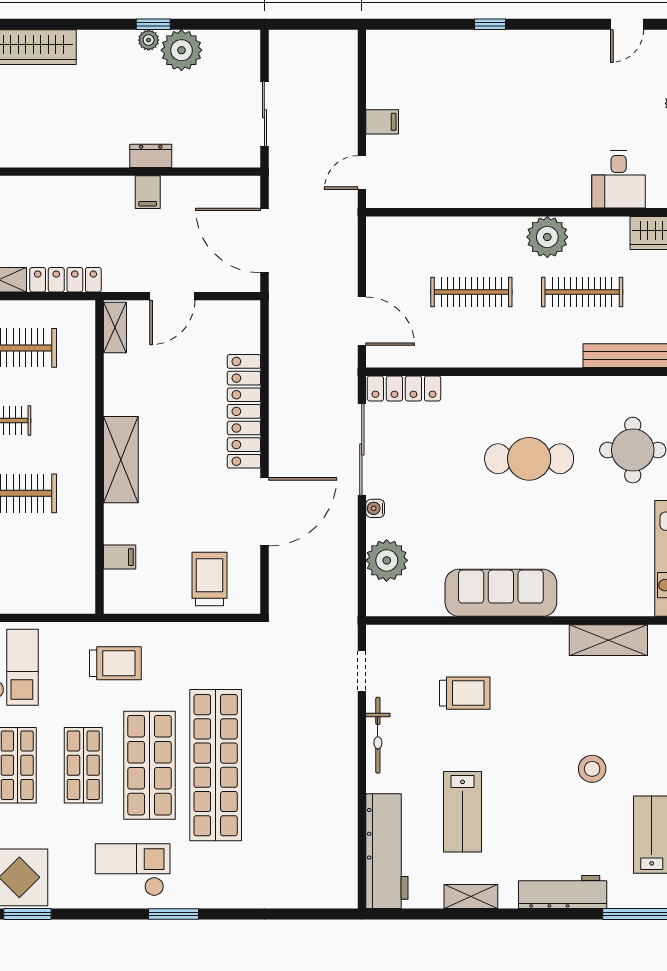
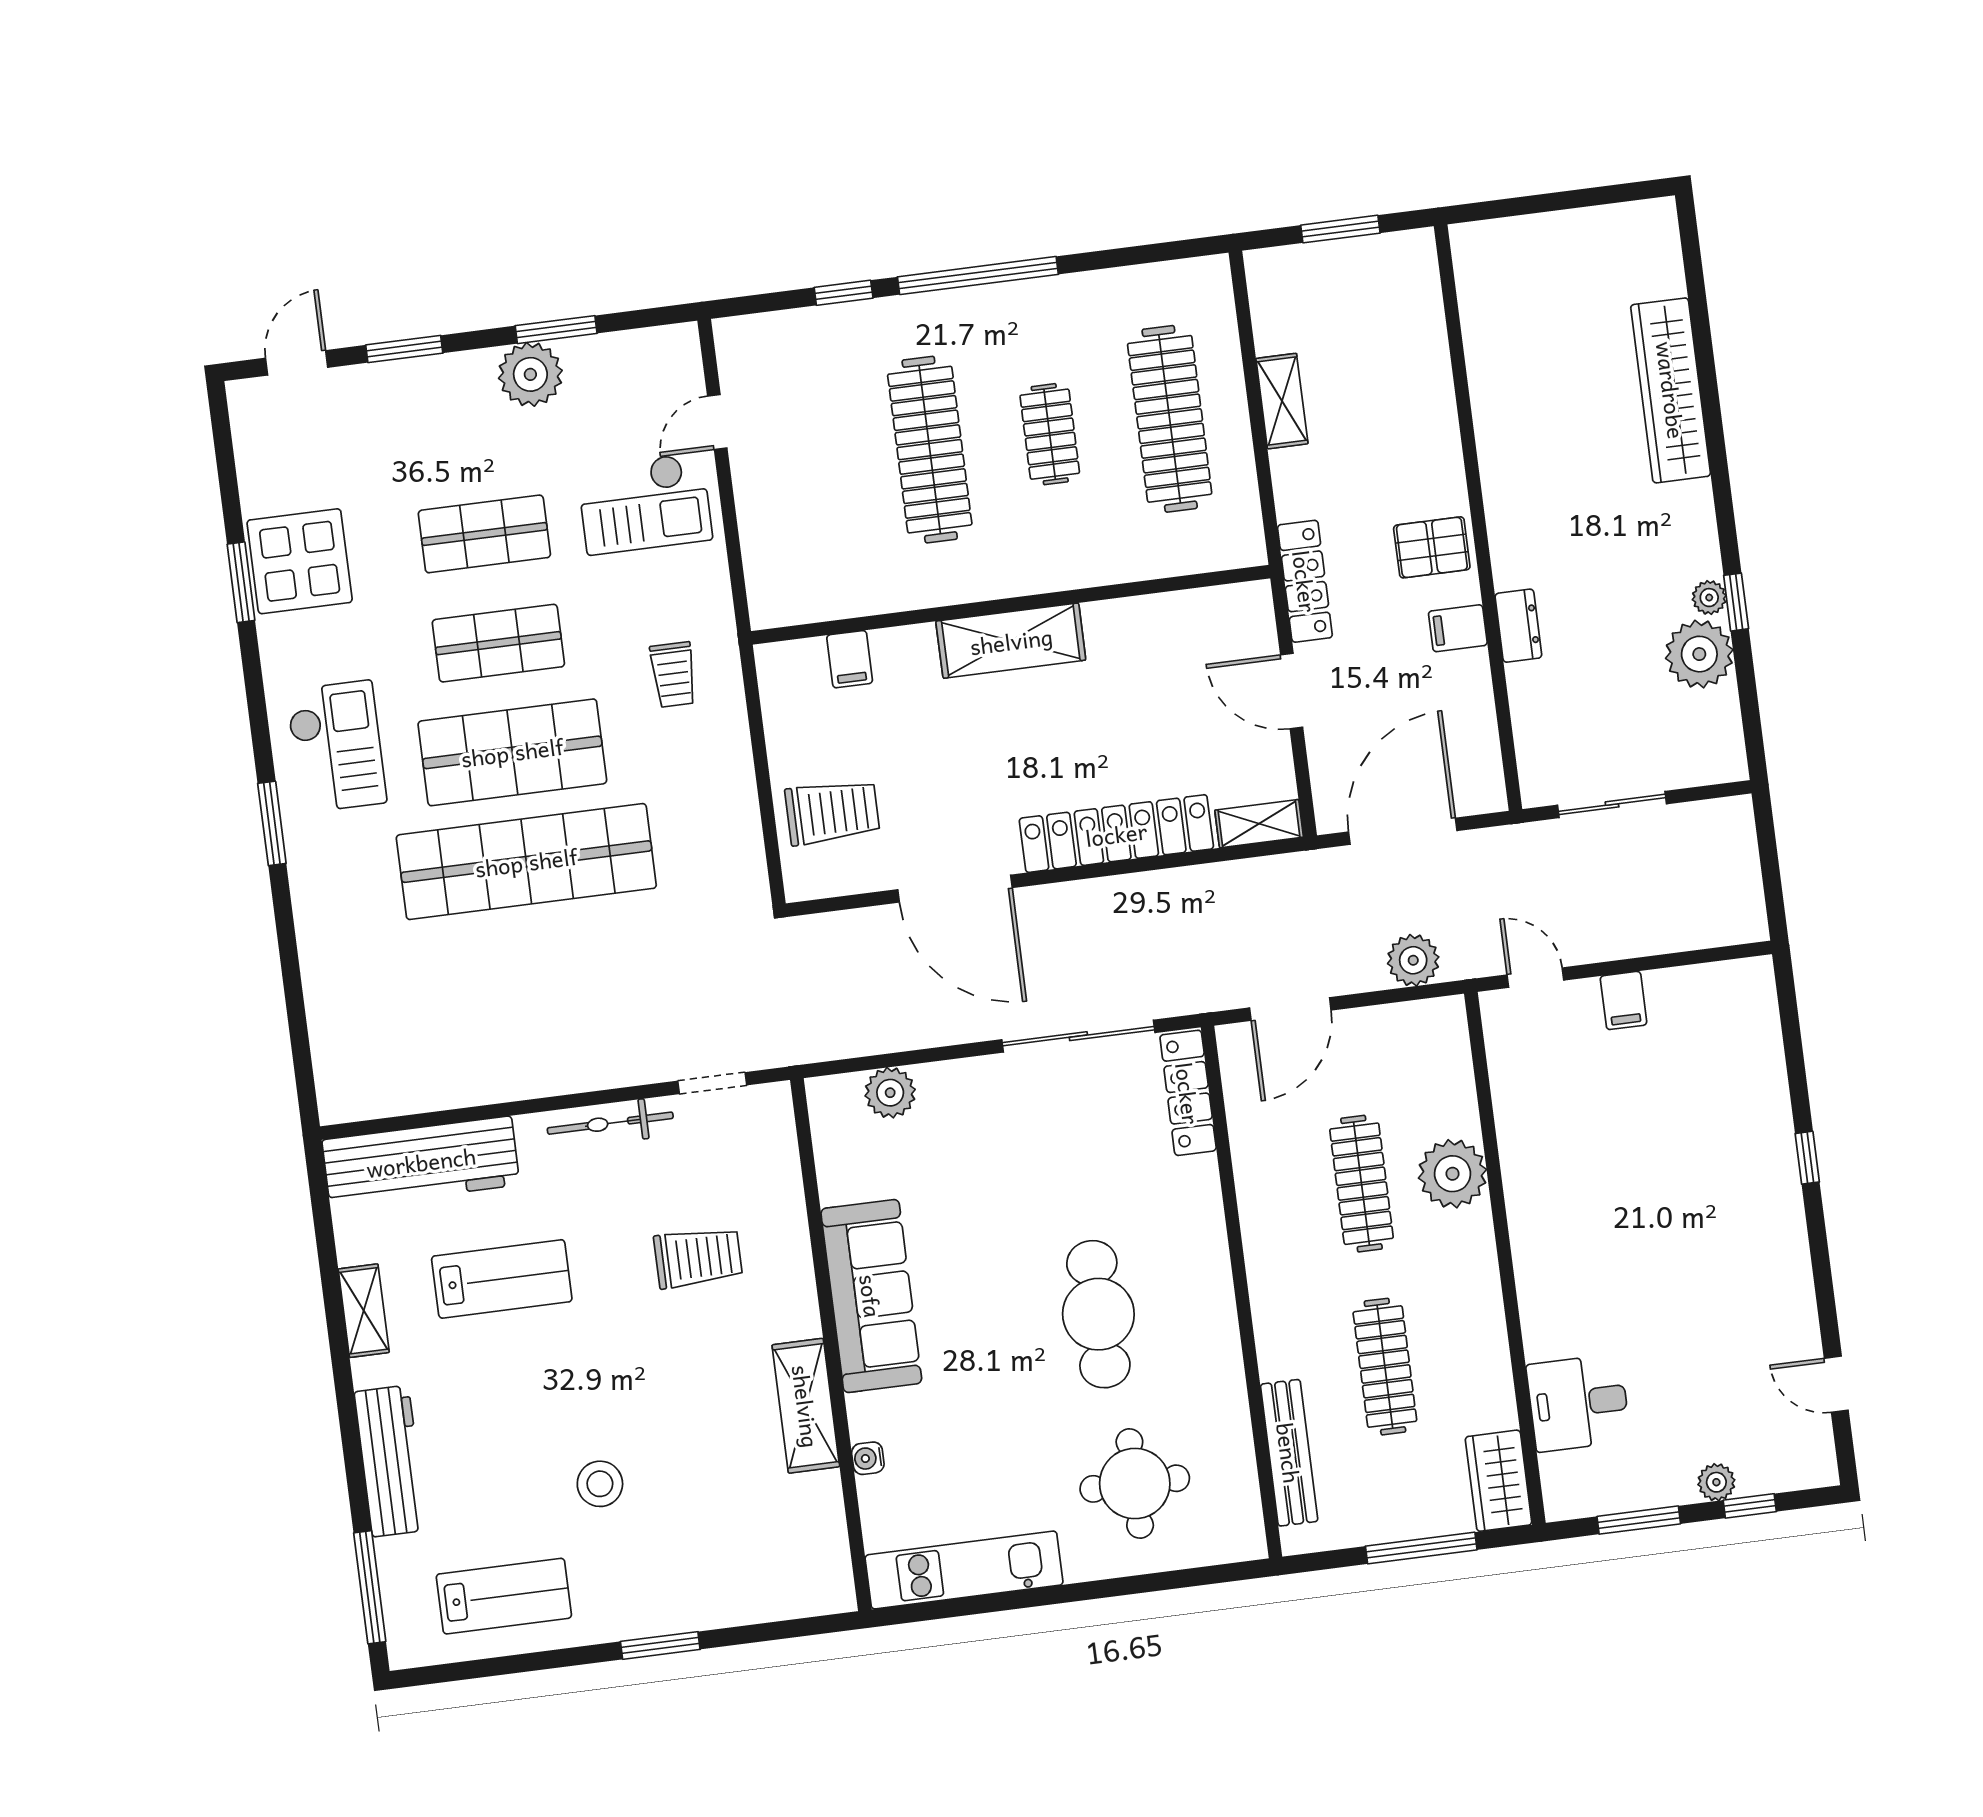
pallet: (97, 201) -> (1432, 547), added
plant: (547, 237) -> (1453, 1174), moved
plant: (342, 244) -> (1413, 960), added
locker: (66, 280) -> (1305, 581), moved
shelving: (115, 327) -> (1259, 824), moved
water cooler: (375, 508) -> (868, 1458), moved, turned -90
plant: (387, 560) -> (890, 1093), width x0.73, depth x0.73
shelving: (608, 640) -> (806, 1406), moved
trolley: (115, 663) -> (673, 675), width x0.73, depth x0.72
trolley: (465, 693) -> (698, 1257), turned -90
lab bench: (462, 812) -> (502, 1279), turned 180

